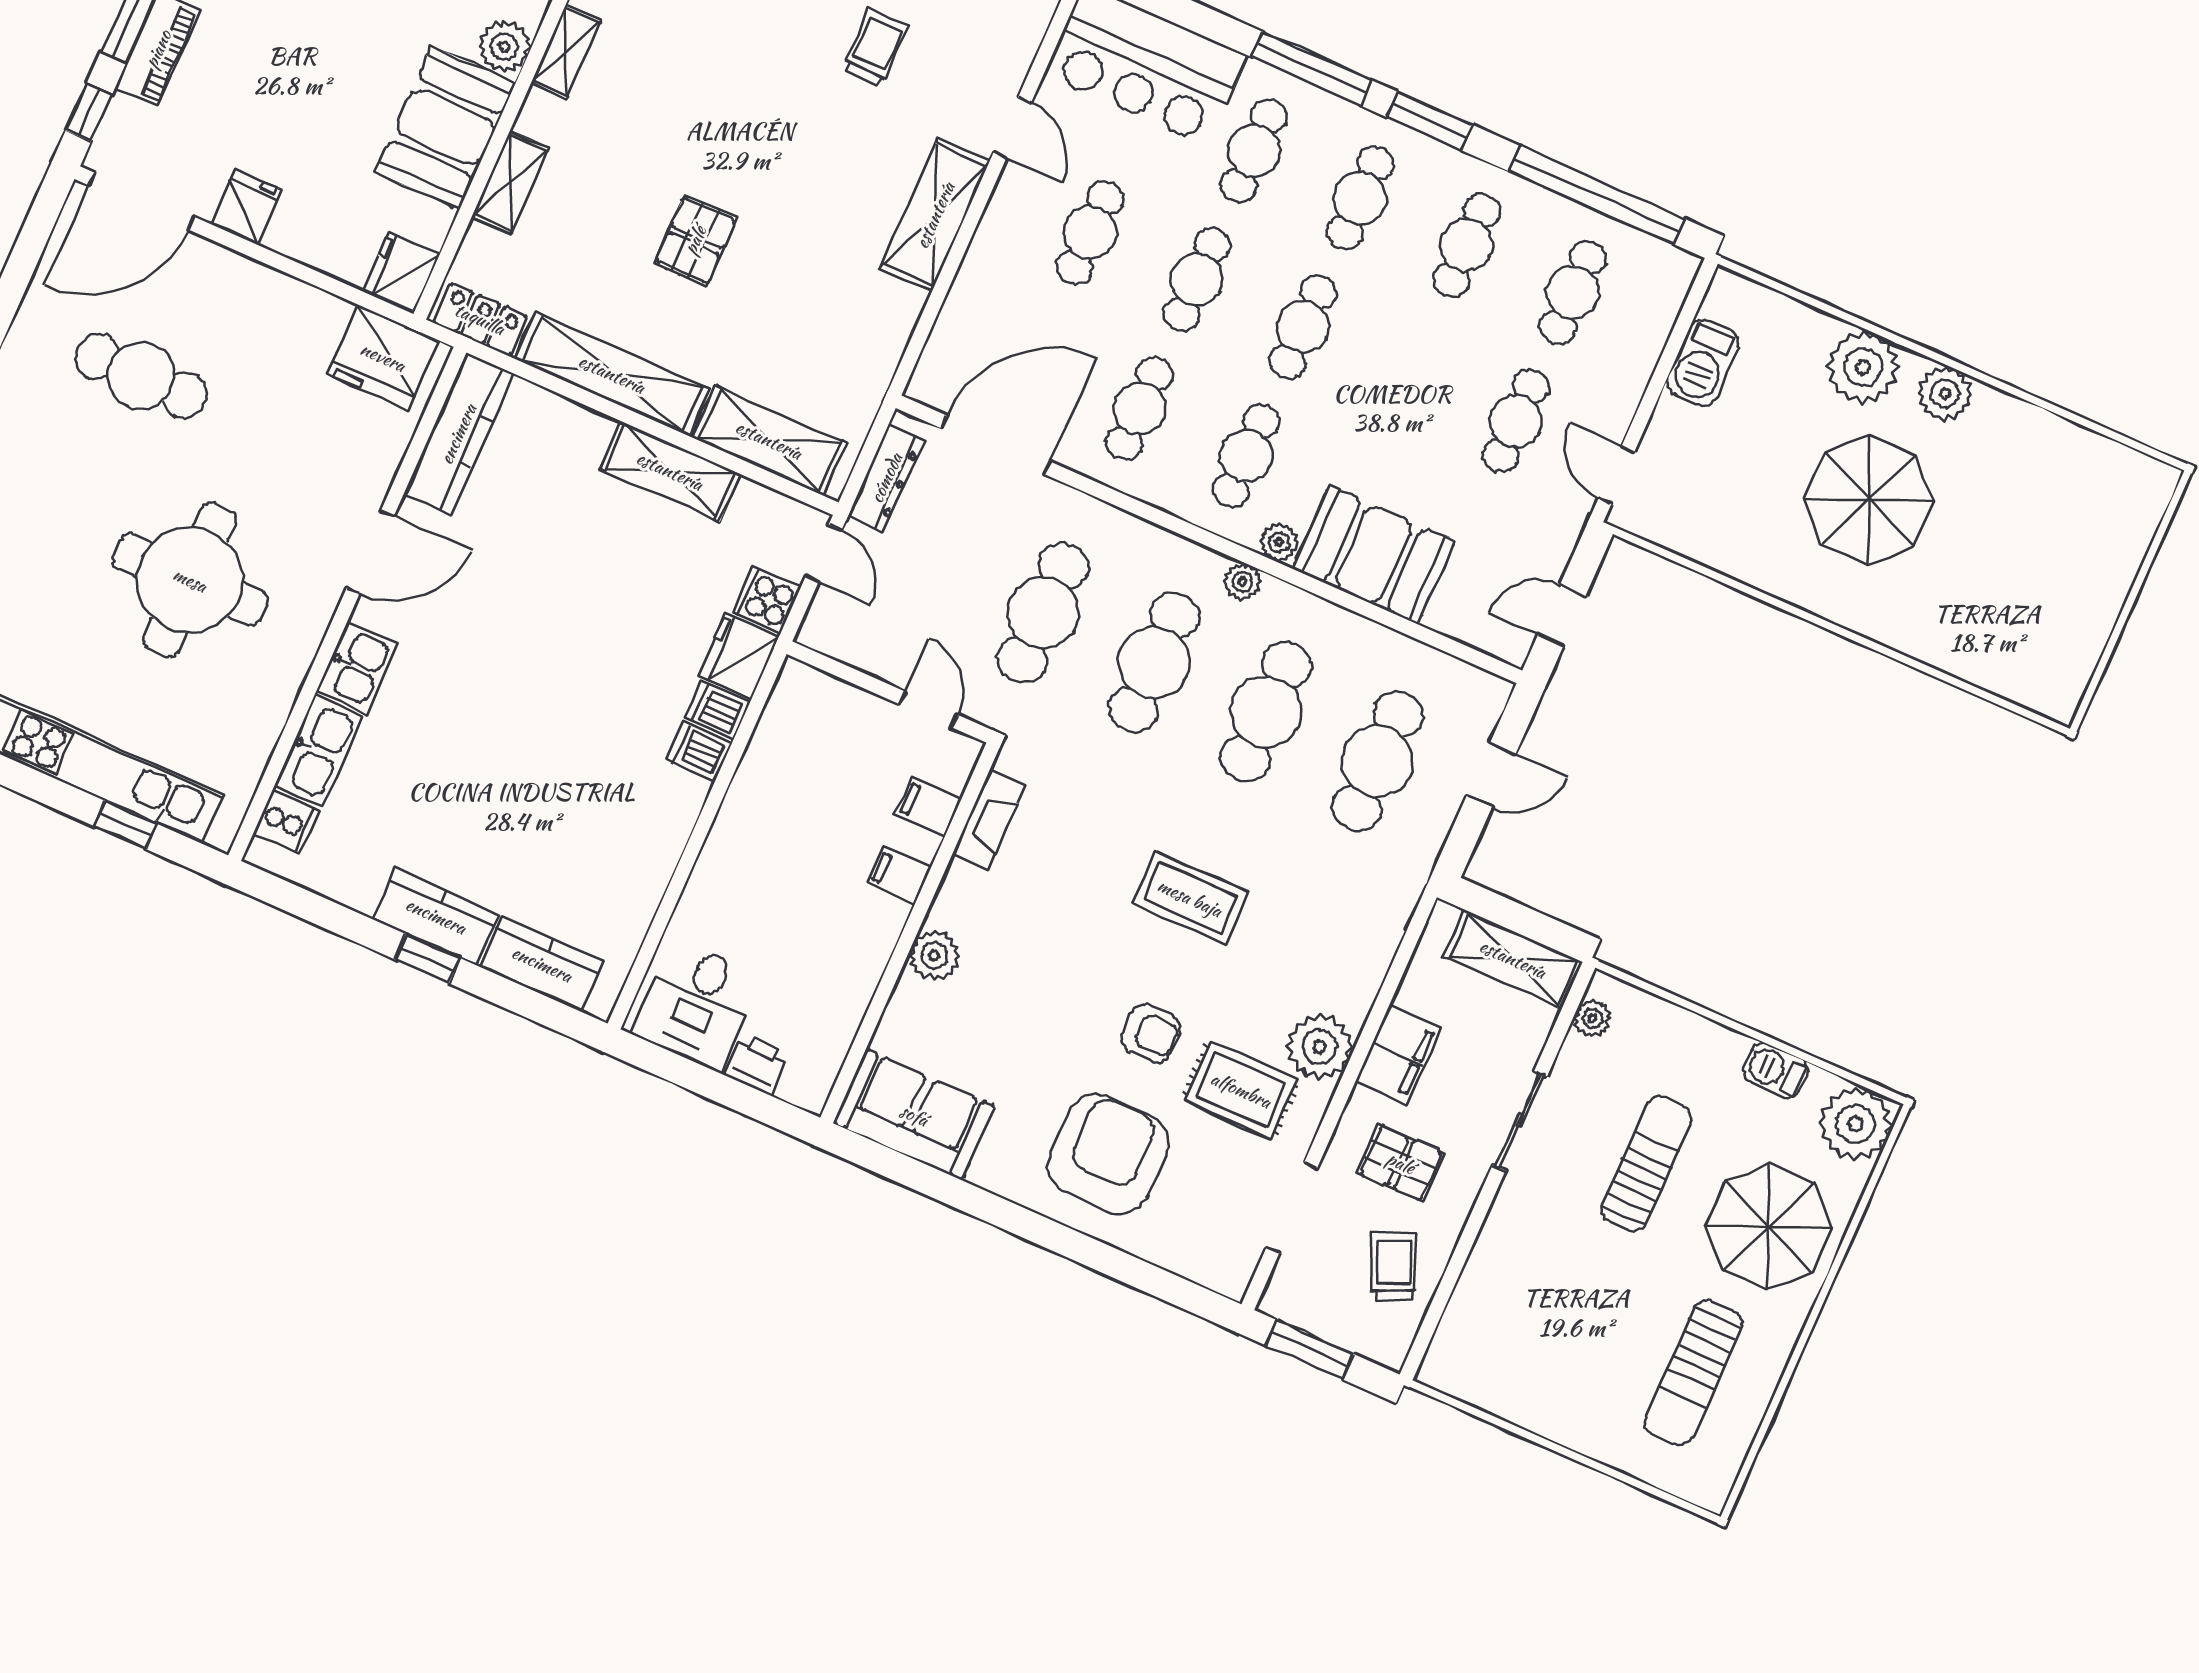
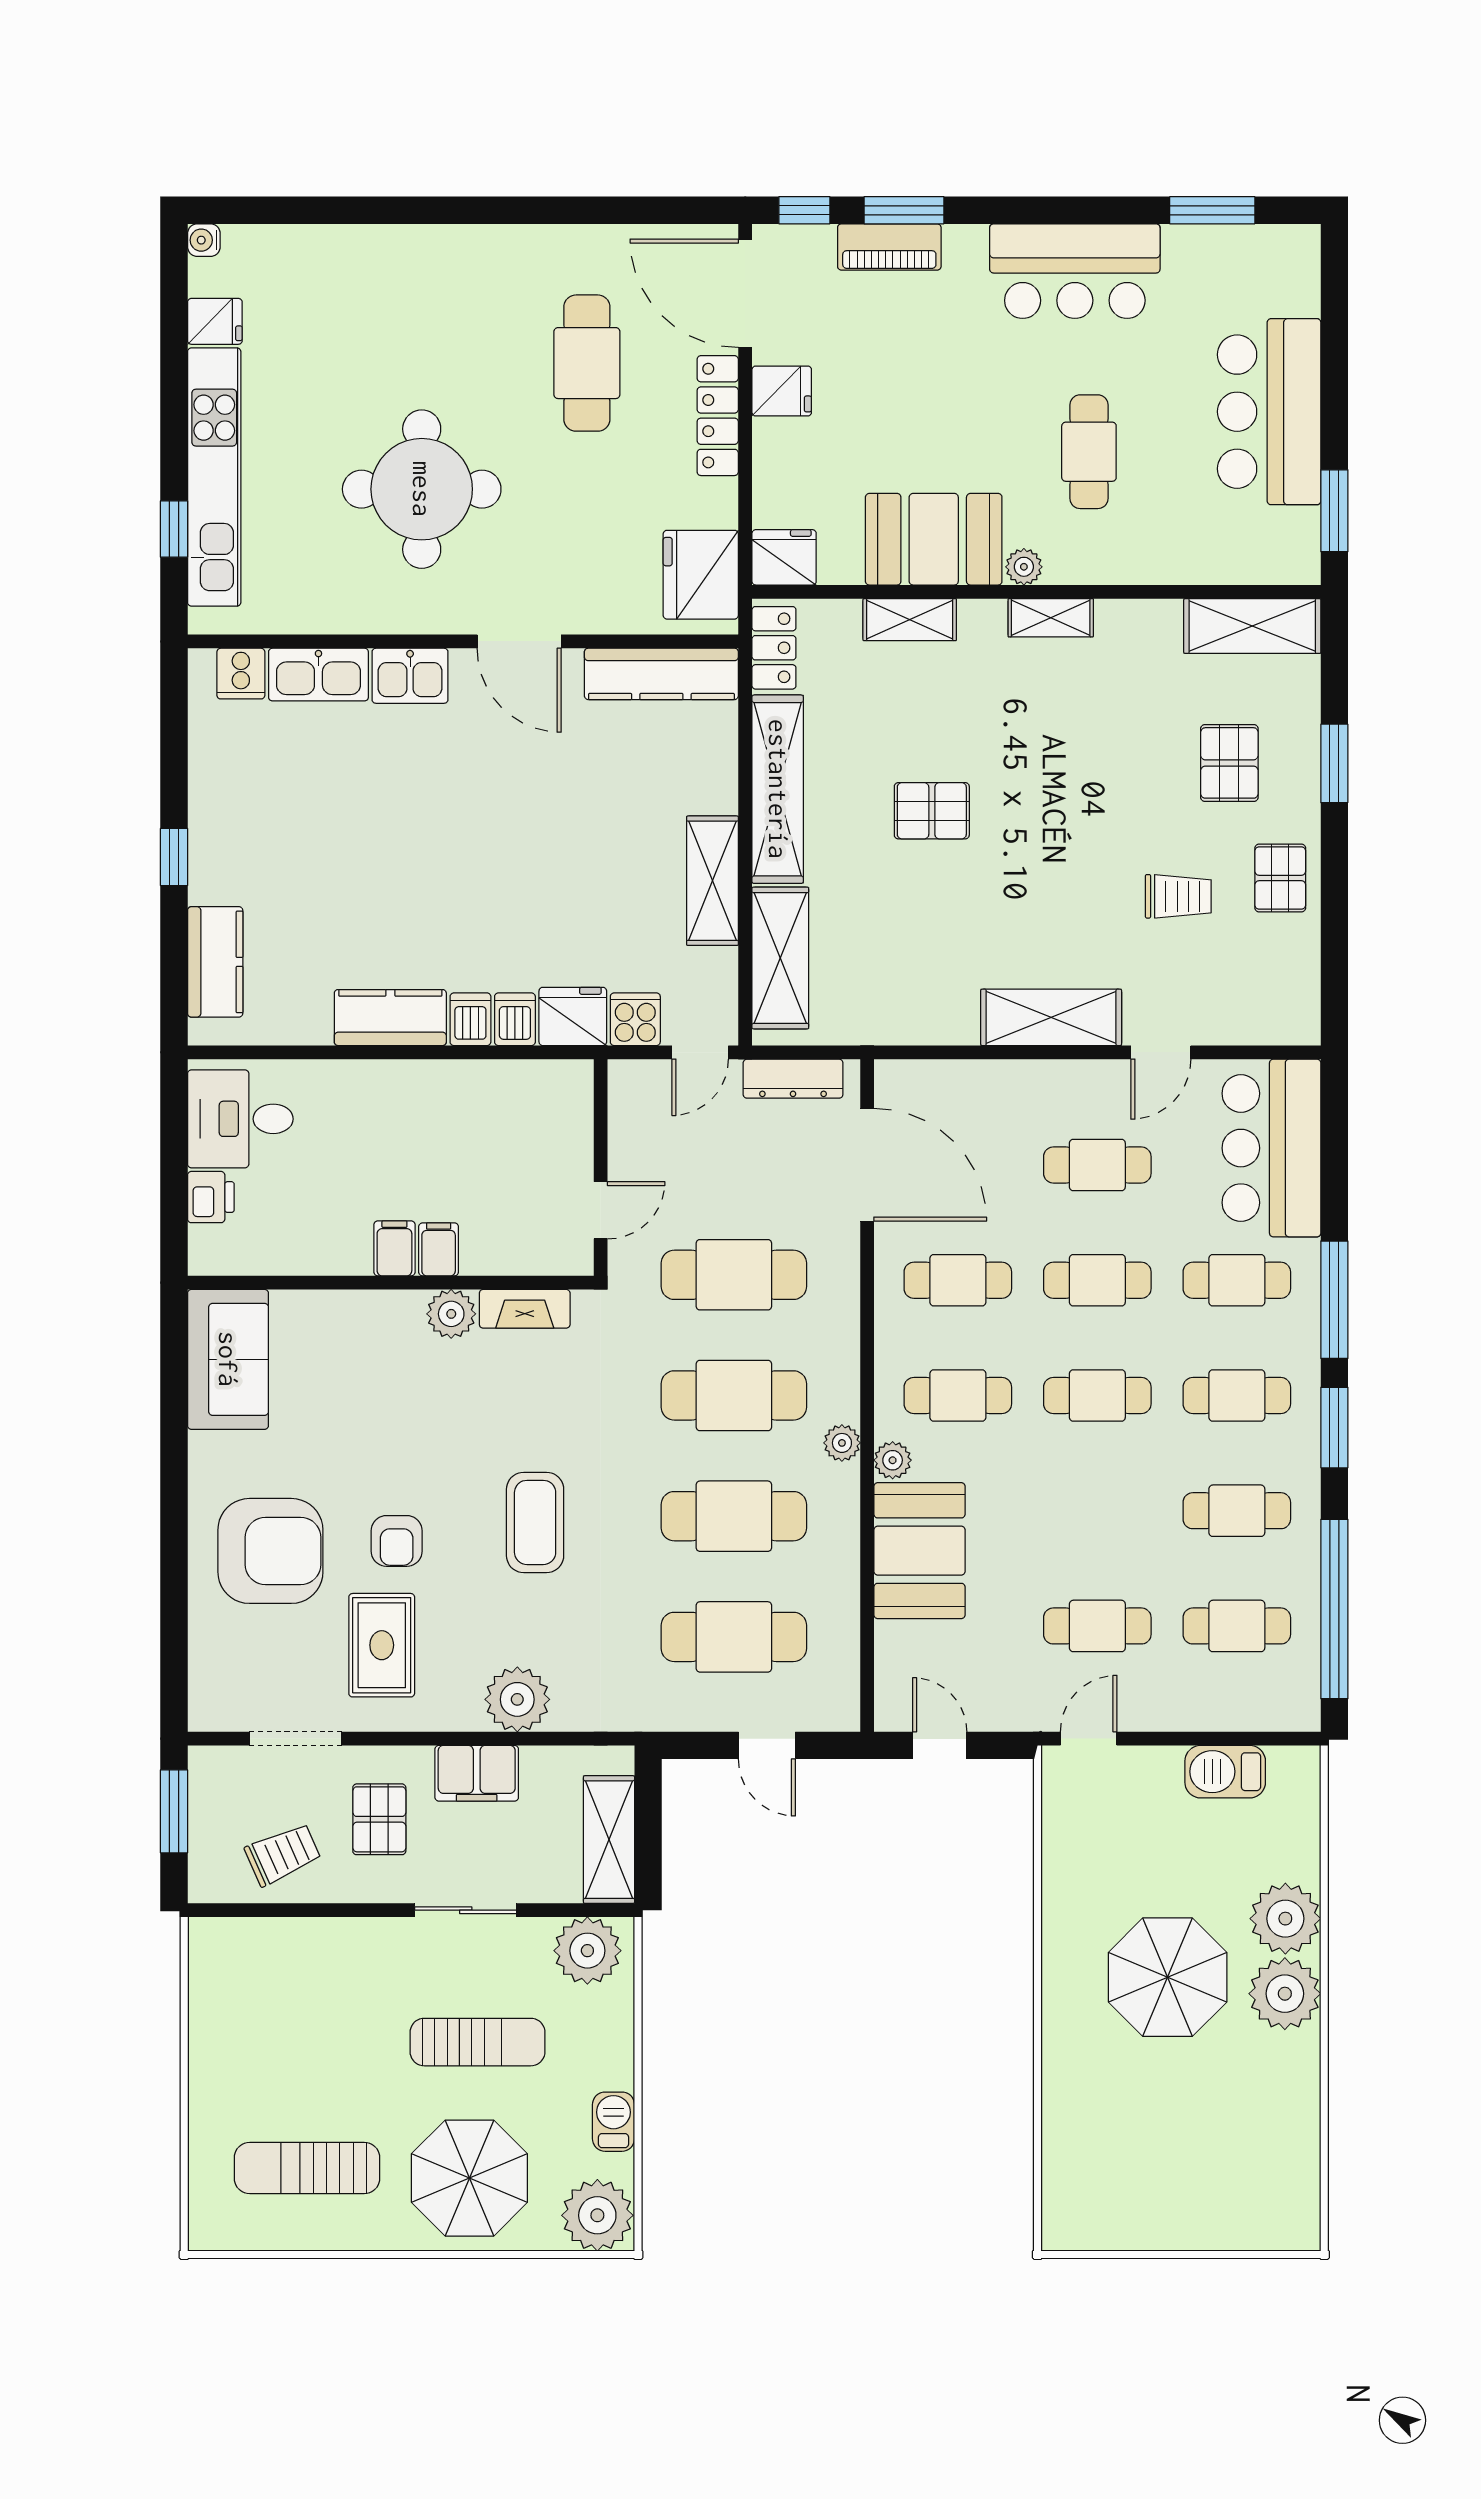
plant: (504, 46) -> (1024, 567), width x0.73, depth x0.73
locker: (243, 276) -> (718, 416), added
plant: (1945, 393) -> (1285, 1994), width x1.36, depth x1.36
filing cabinet: (928, 807) -> (394, 1248), moved
kitchen counter: (436, 916) -> (390, 1018), moved, turned -90
plant: (934, 955) -> (451, 1314), moved
plant: (1593, 1018) -> (587, 1951), width x1.88, depth x1.88
plant: (1320, 1047) -> (517, 1699), moved

